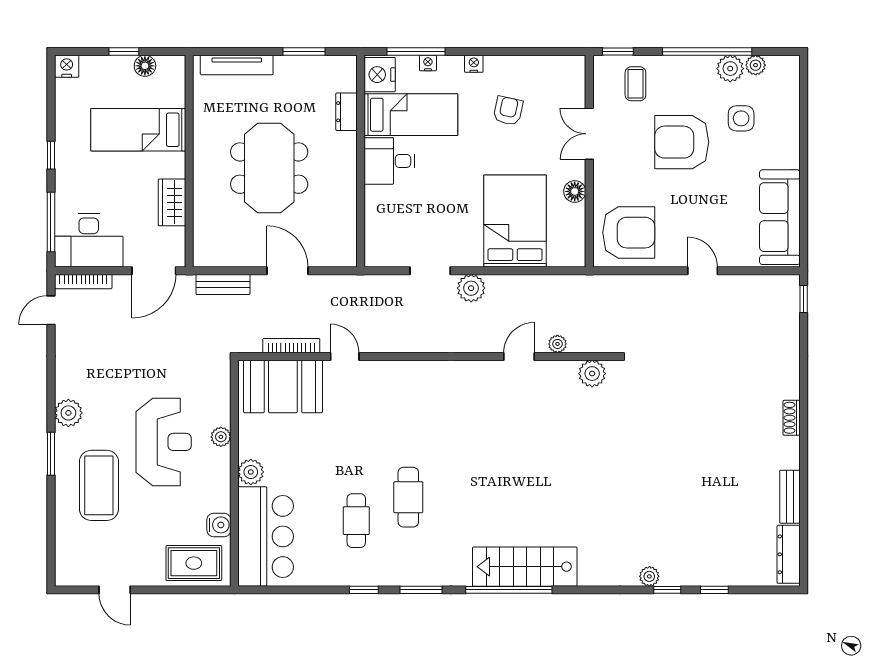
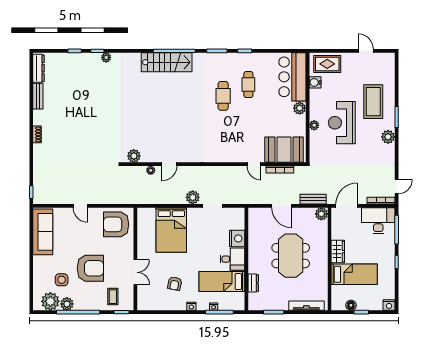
plant: (756, 65) -> (50, 301), width x1.88, depth x1.88
nightstand: (380, 75) -> (237, 238), moved
floor lamp: (575, 191) -> (142, 244), removed
wardrobe: (172, 202) -> (338, 252), moved
plant: (206, 254) -> (321, 214), added

